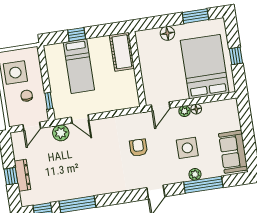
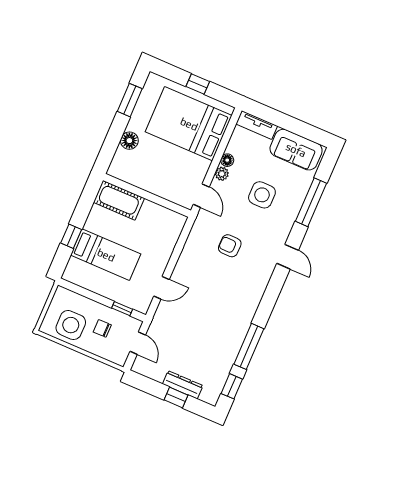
tv unit: (233, 114) -> (257, 125), added
plant: (61, 133) -> (163, 317), removed
plant: (195, 174) -> (295, 204), removed

